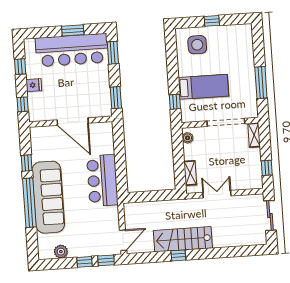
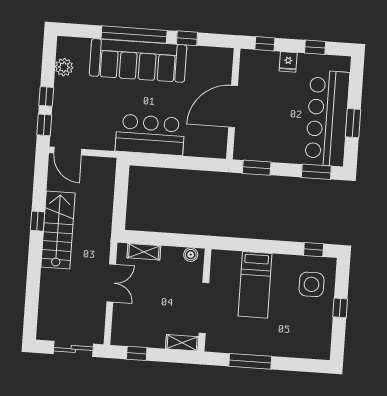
window: (175, 102) -> (314, 250), moved

